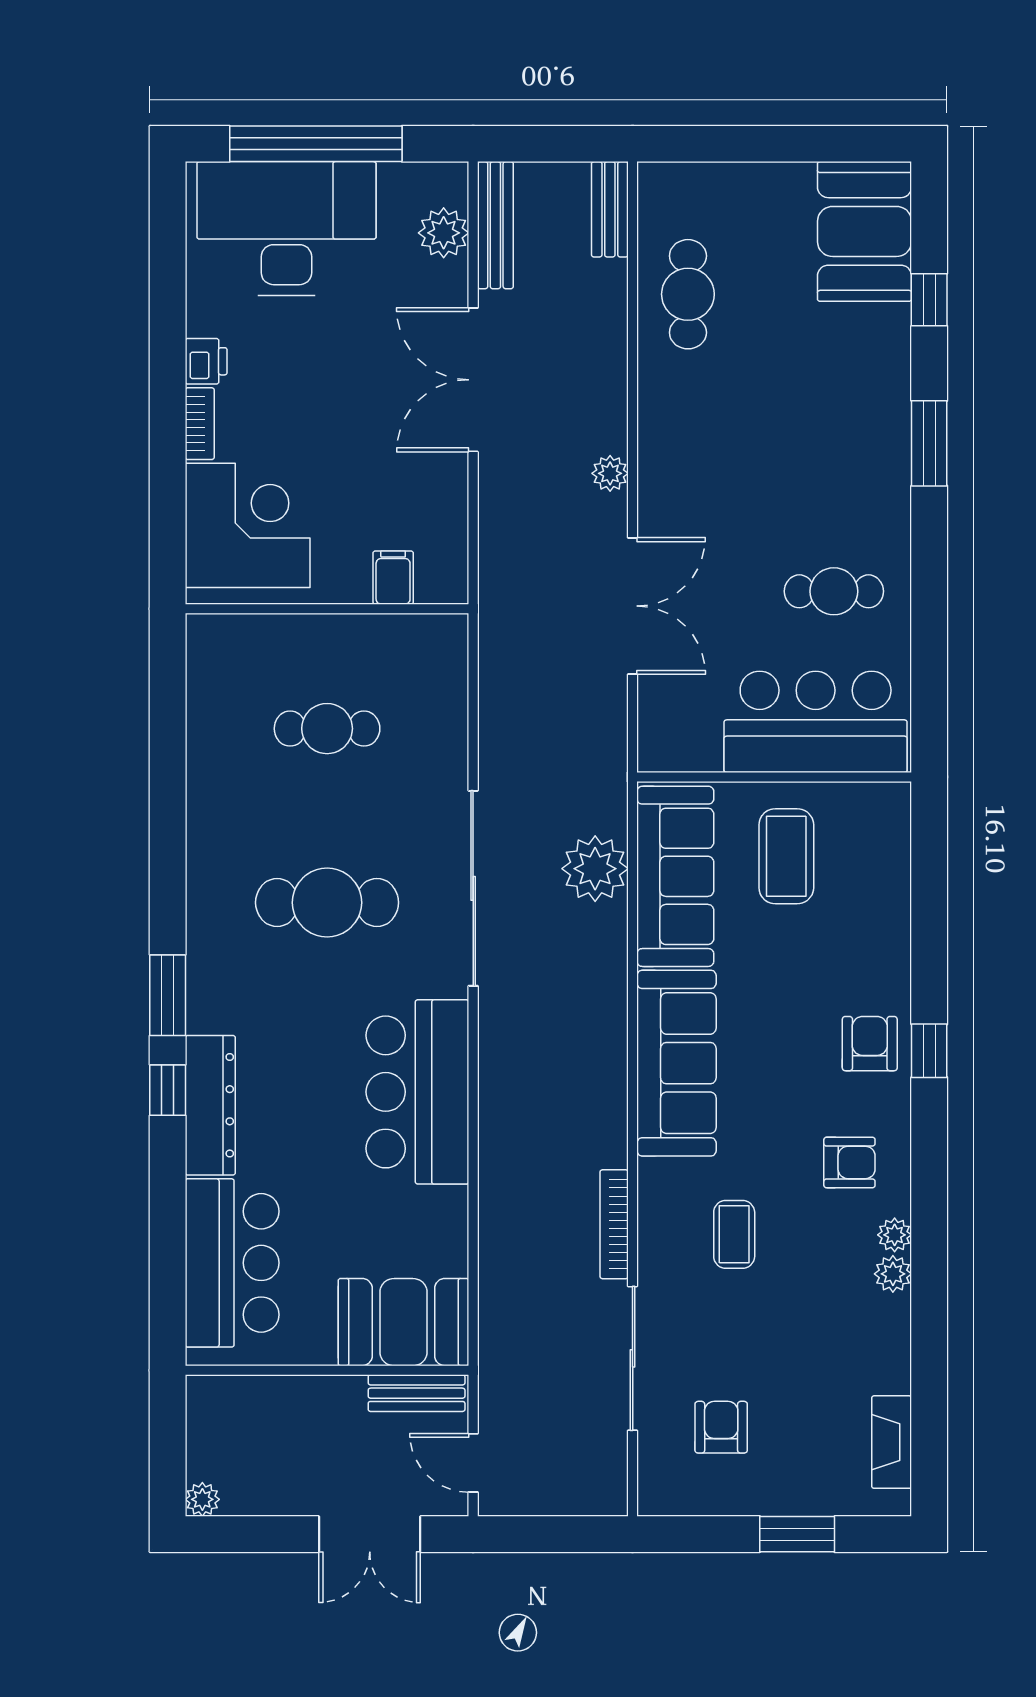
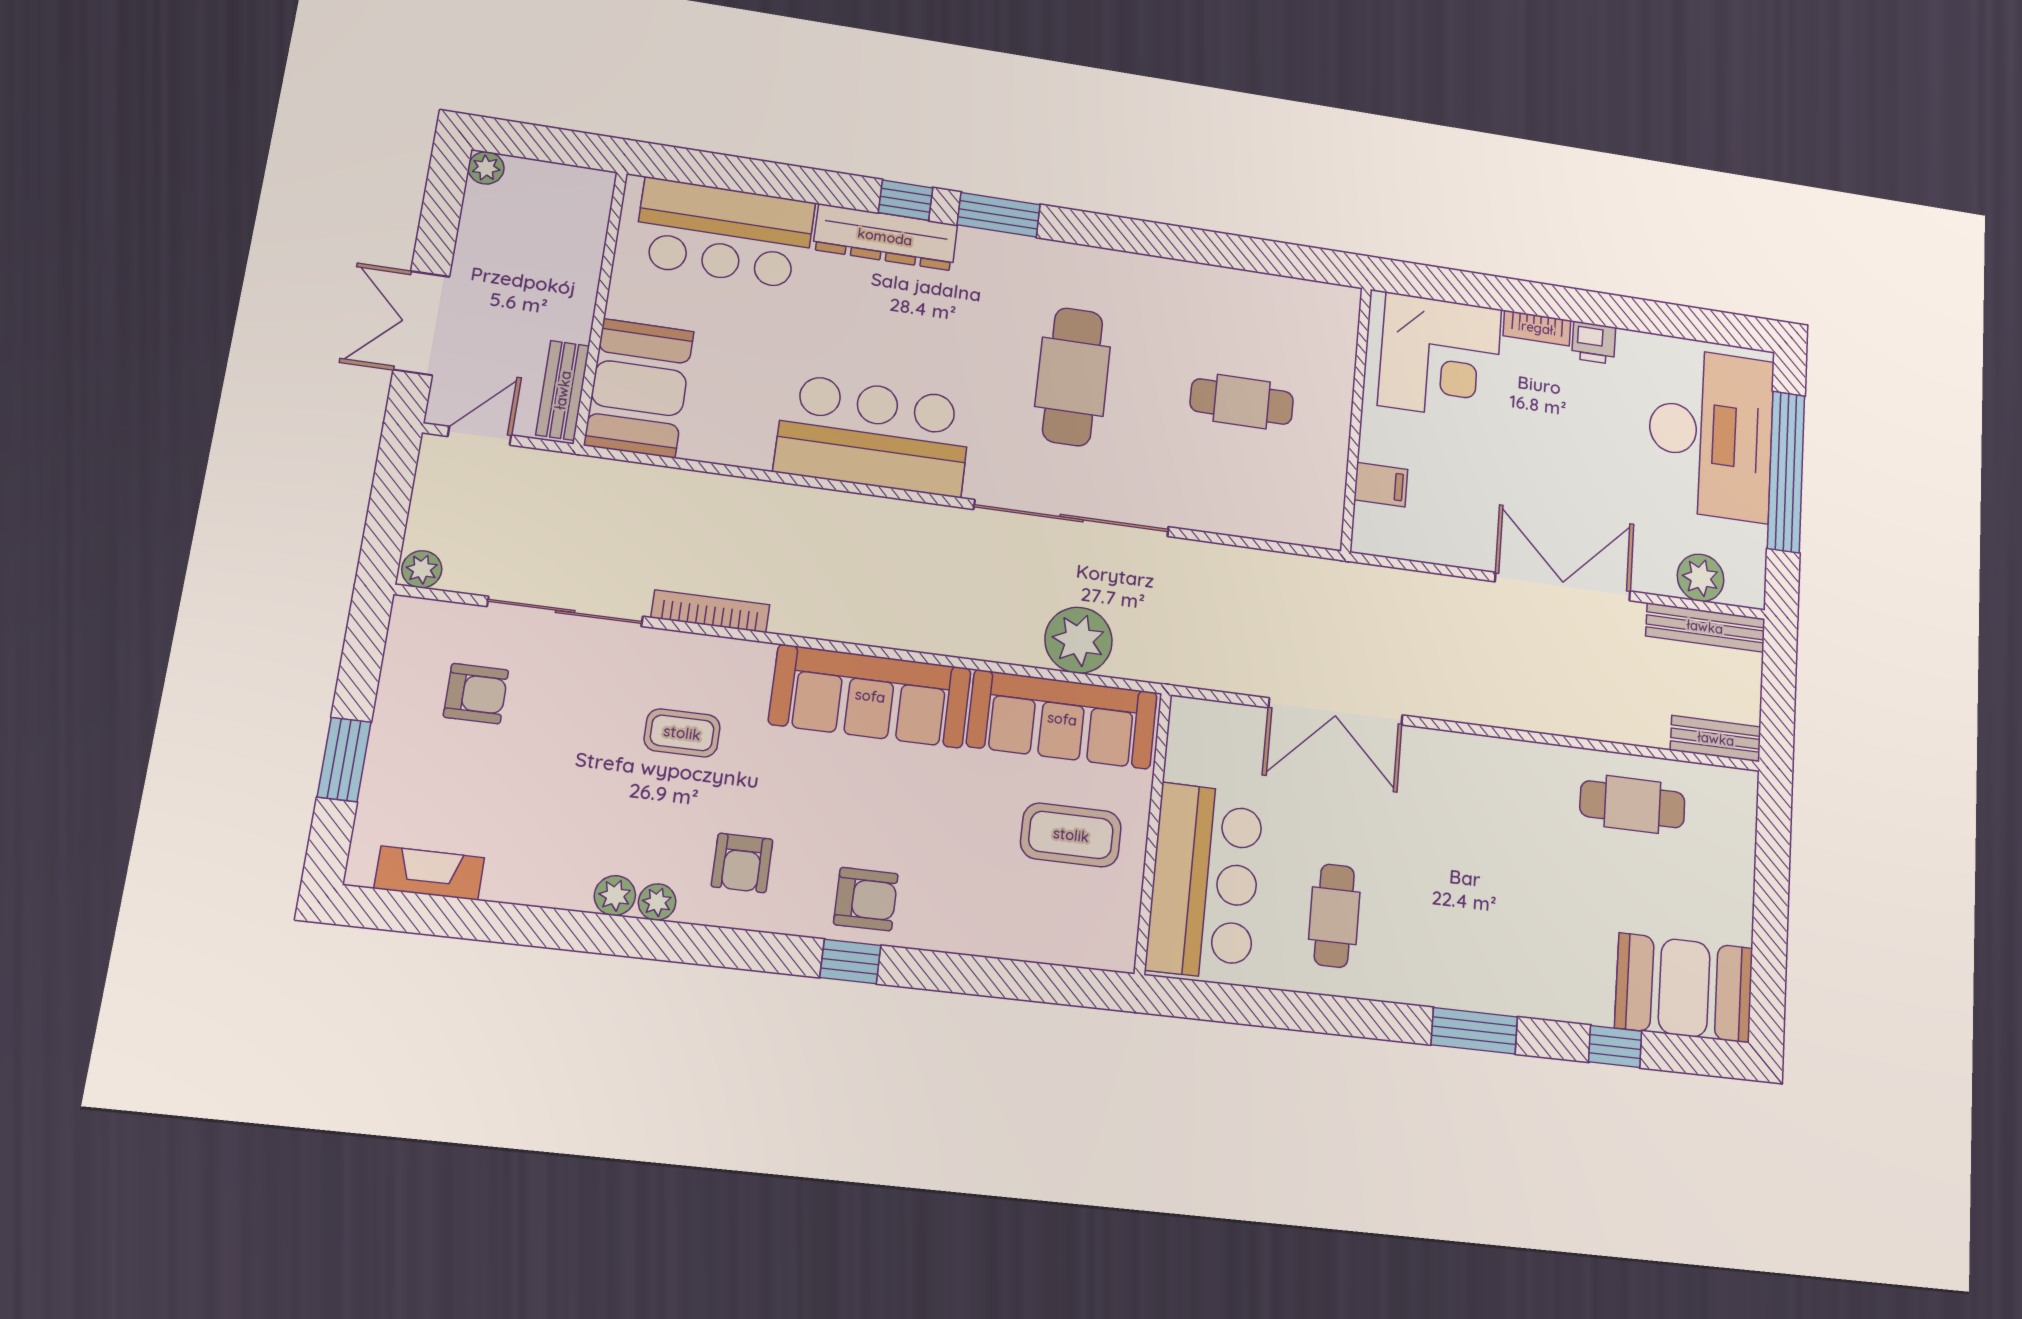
plant: (610, 473) -> (422, 569), moved
cafe table: (327, 729) -> (1242, 402), turned 90

